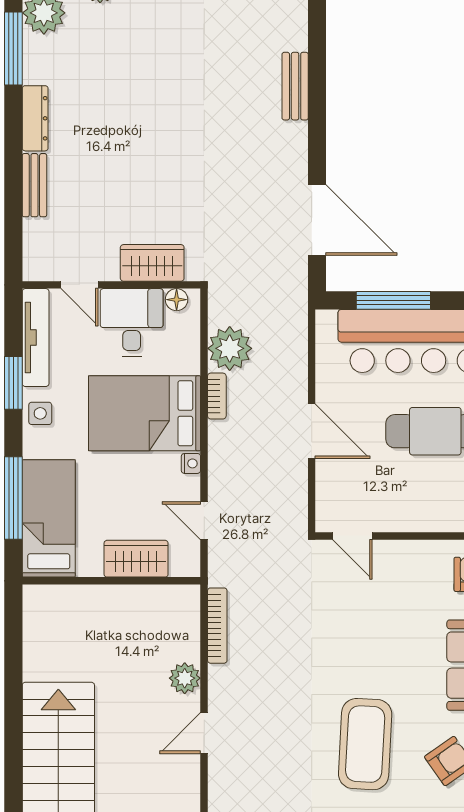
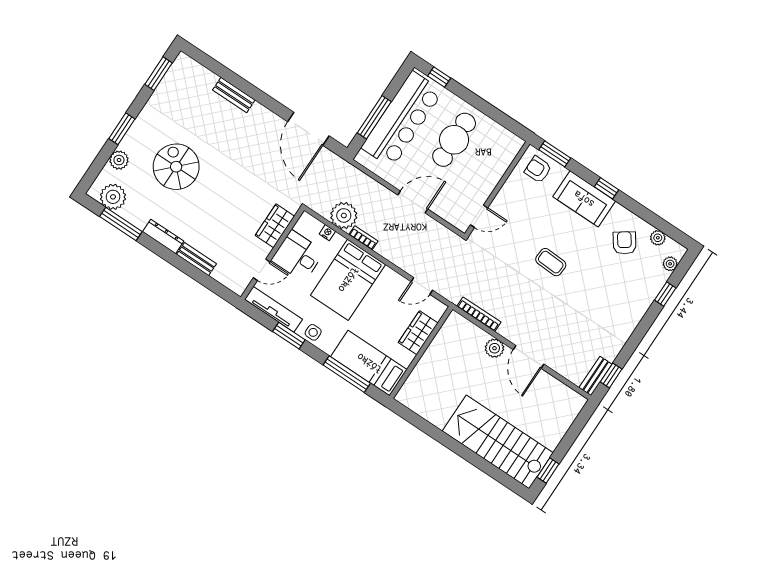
spiral stairs: (143, 72) -> (176, 167), added
door: (317, 220) -> (308, 129), swing flipped
floor lamp: (177, 300) -> (301, 226), removed
nightstand: (191, 463) -> (327, 233), moved
door: (204, 733) -> (529, 357), width x1.38
coffee table: (365, 744) -> (551, 262), moved, width x0.54, depth x0.58

